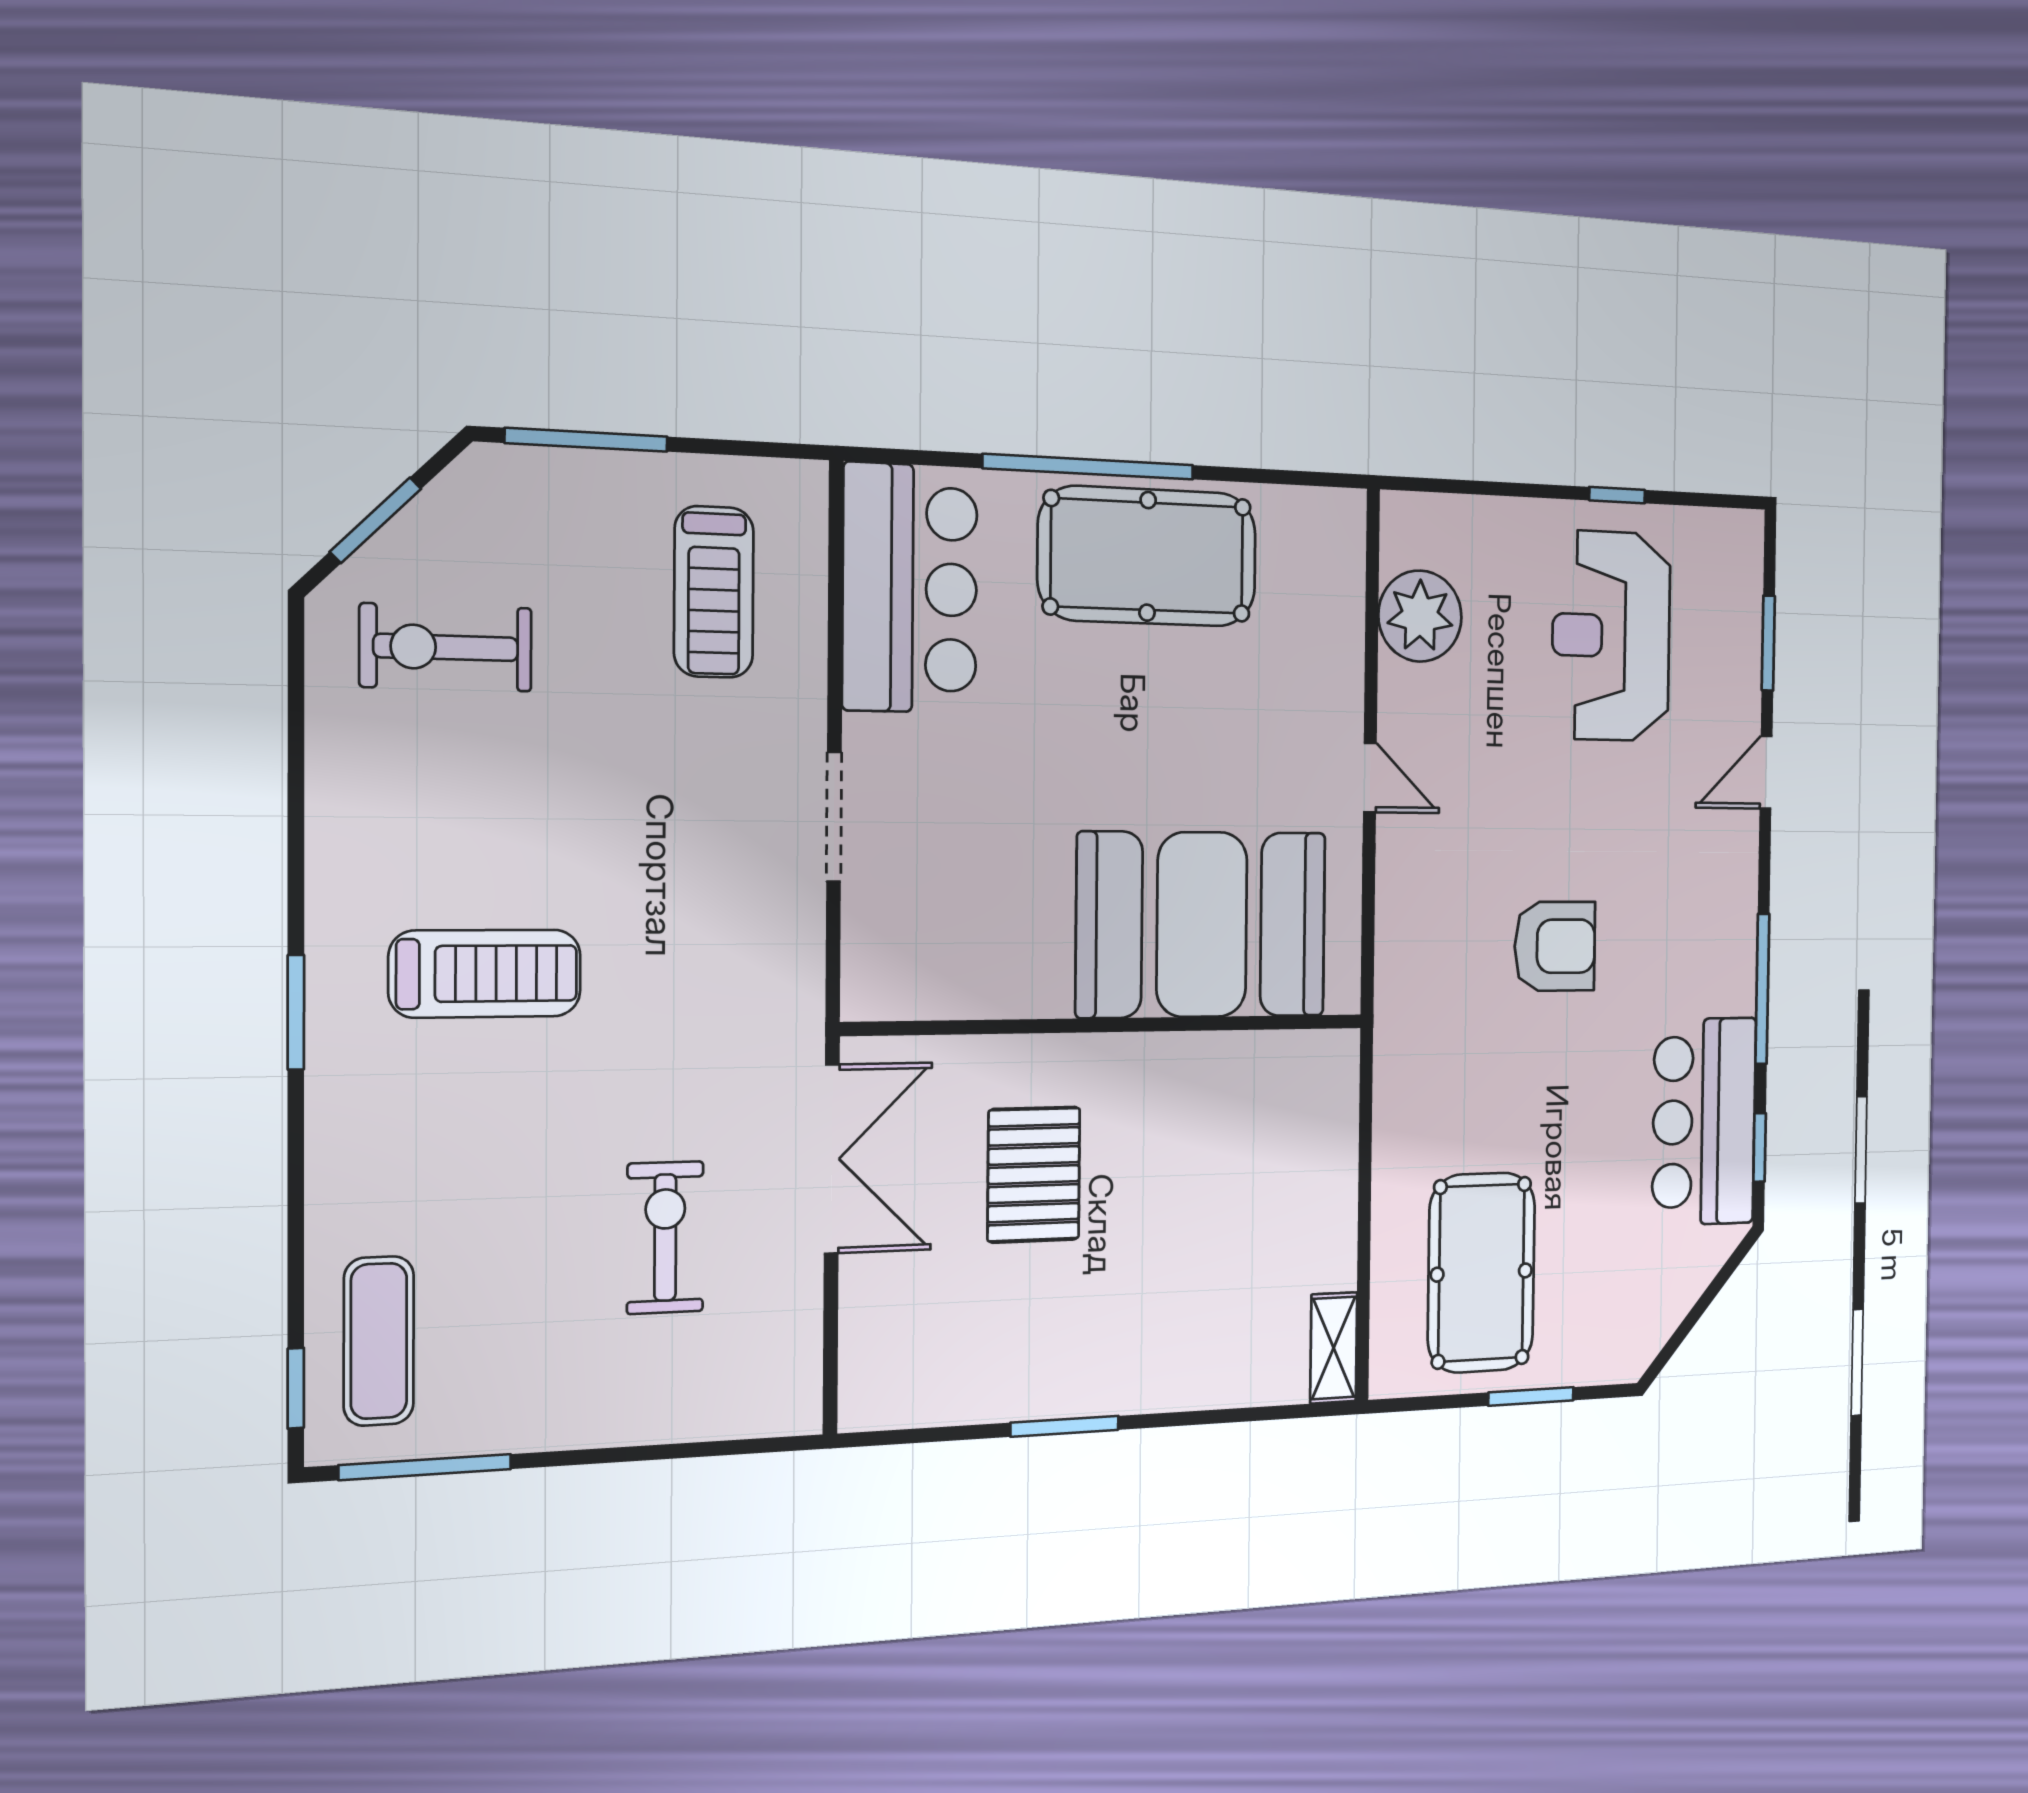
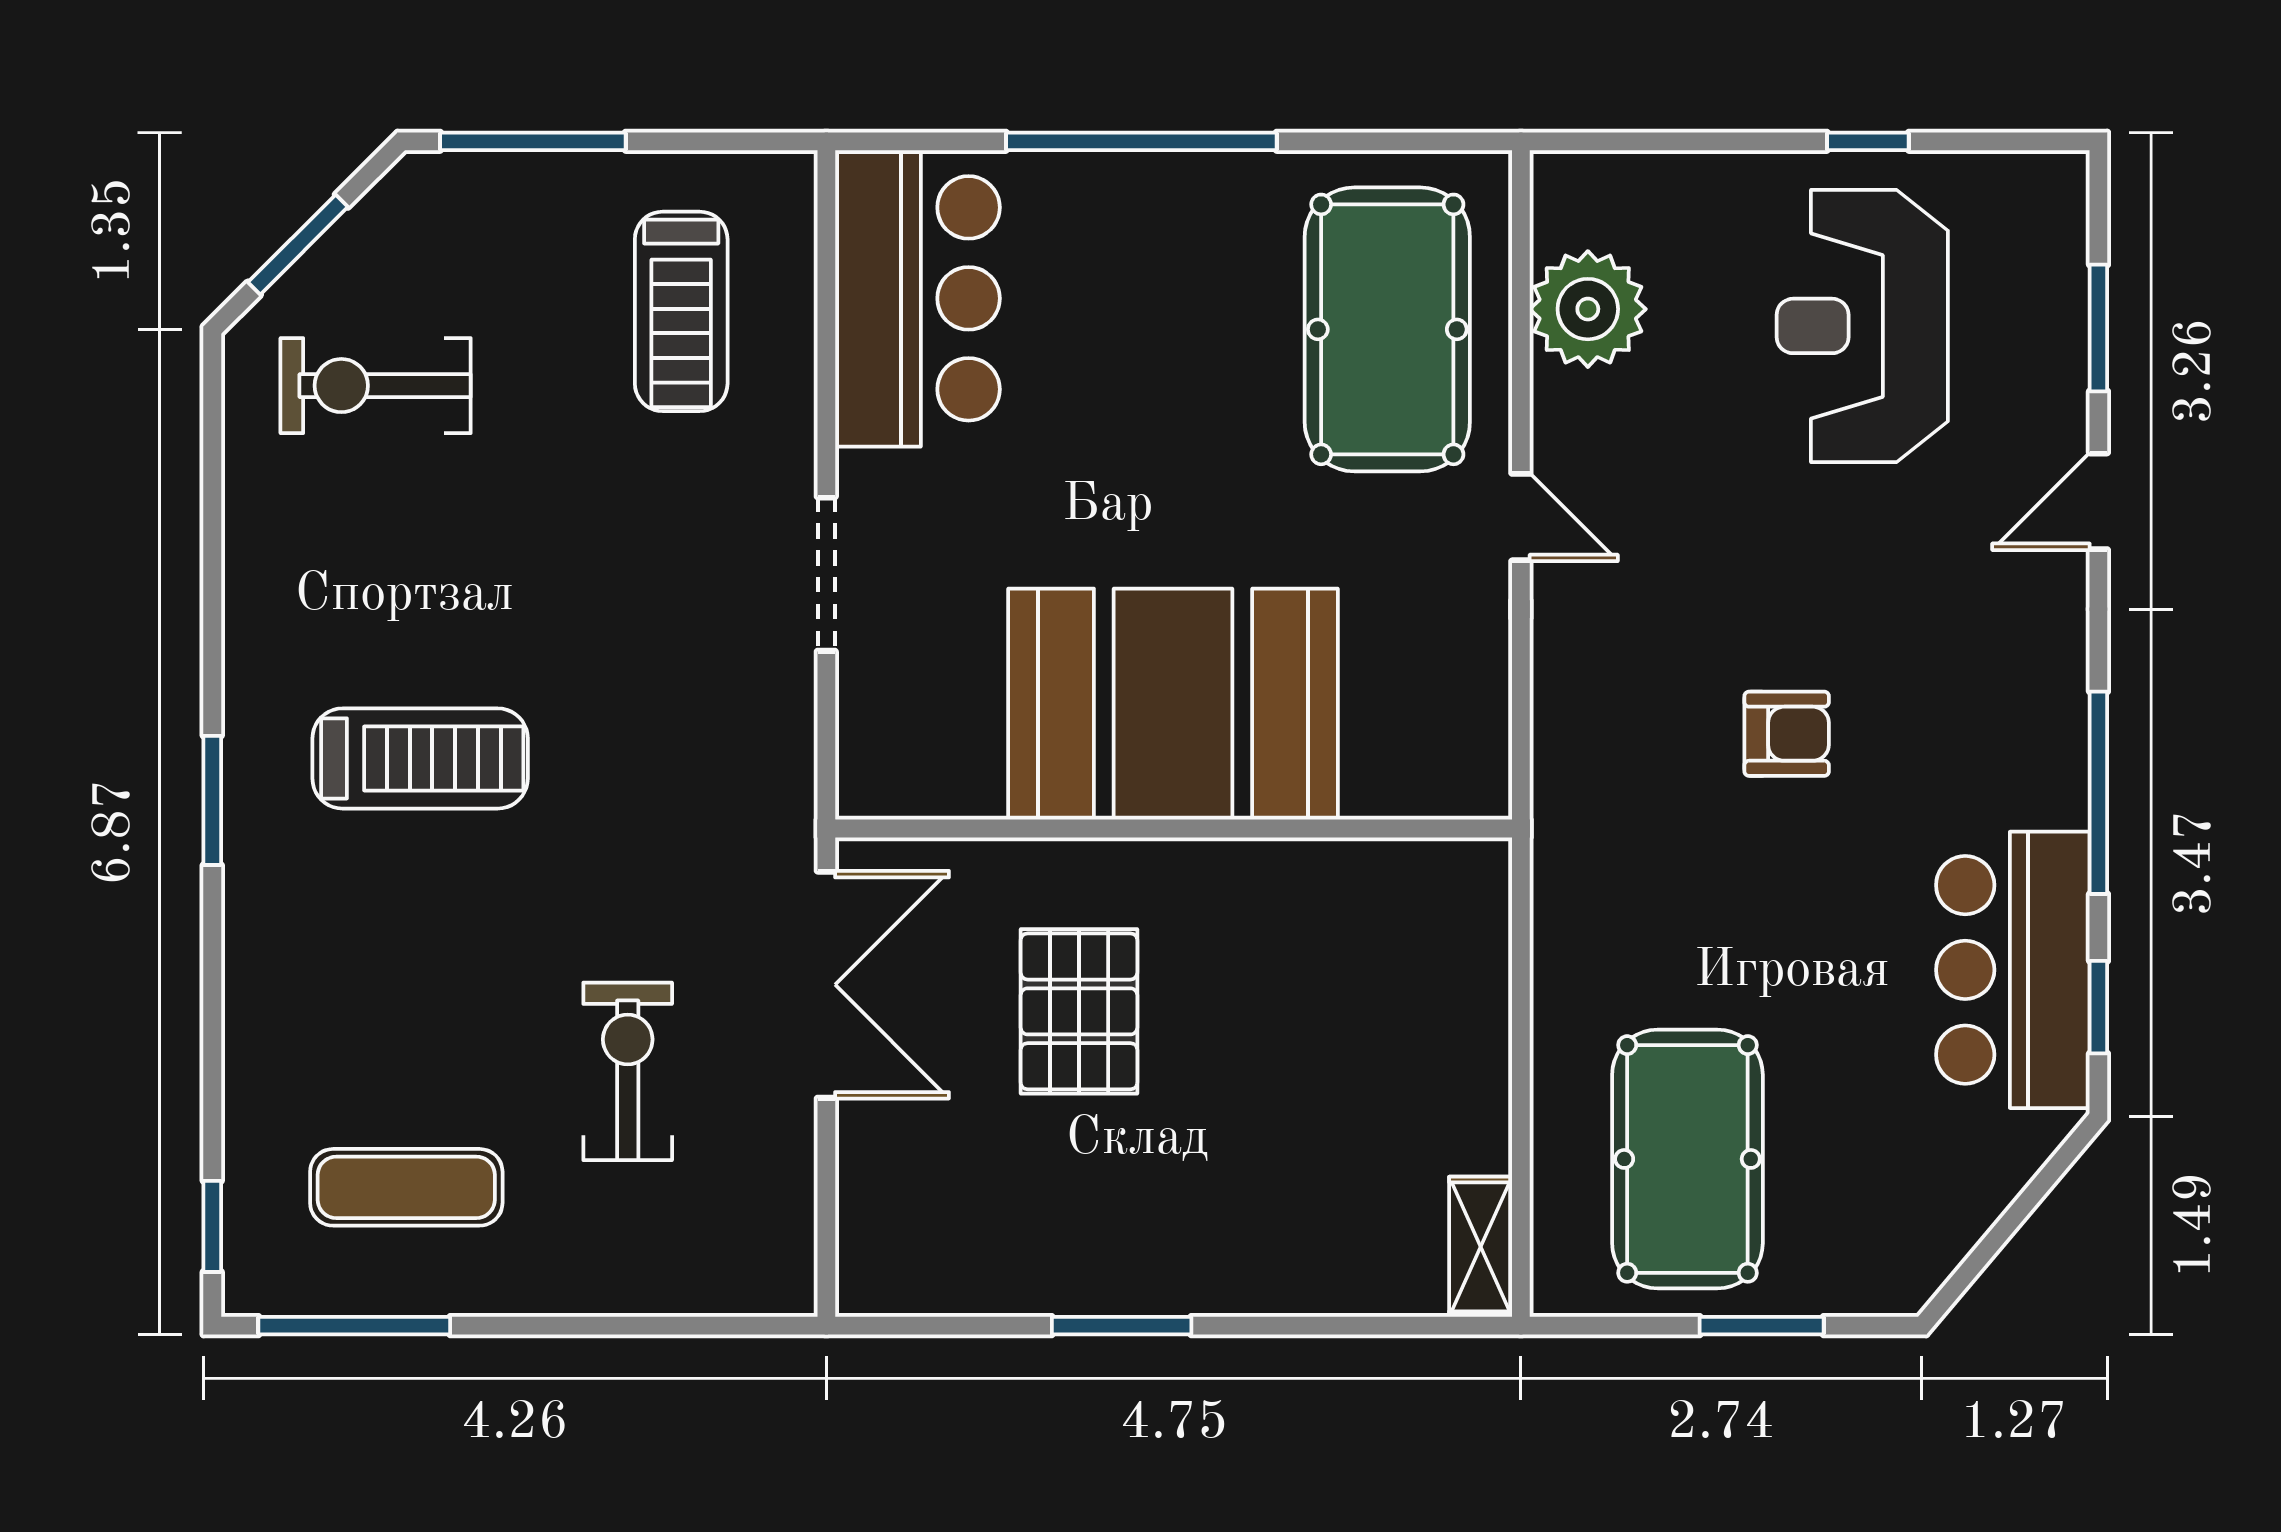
pool table: (1148, 556) -> (1387, 329), moved, turned 90
booth: (1202, 925) -> (1173, 704), moved
armchair: (1555, 946) -> (1787, 734), width x0.72, depth x0.72
exercise mat: (379, 1341) -> (406, 1187), moved, turned 90

